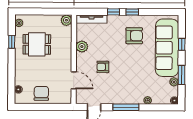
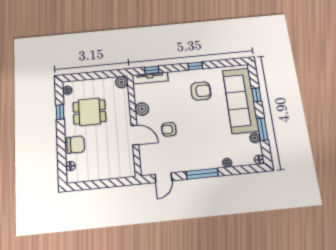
window: (114, 12) -> (152, 70), moved
door: (74, 80) -> (135, 135), moved
chair: (41, 93) -> (76, 145), moved, turned 90

